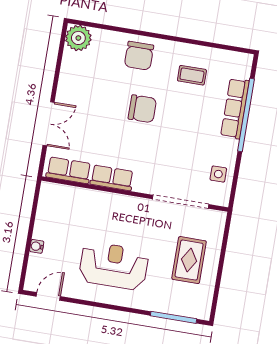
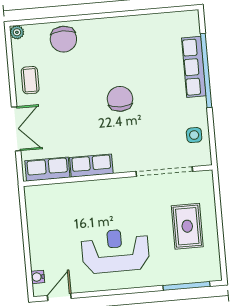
plant: (78, 38) -> (17, 32), width x0.53, depth x0.53
chair: (139, 56) -> (63, 39), moved
coffee table: (192, 75) -> (30, 80), moved, turned 90
chair: (142, 109) -> (120, 99), moved, turned -90
water cooler: (37, 246) -> (38, 277), moved

